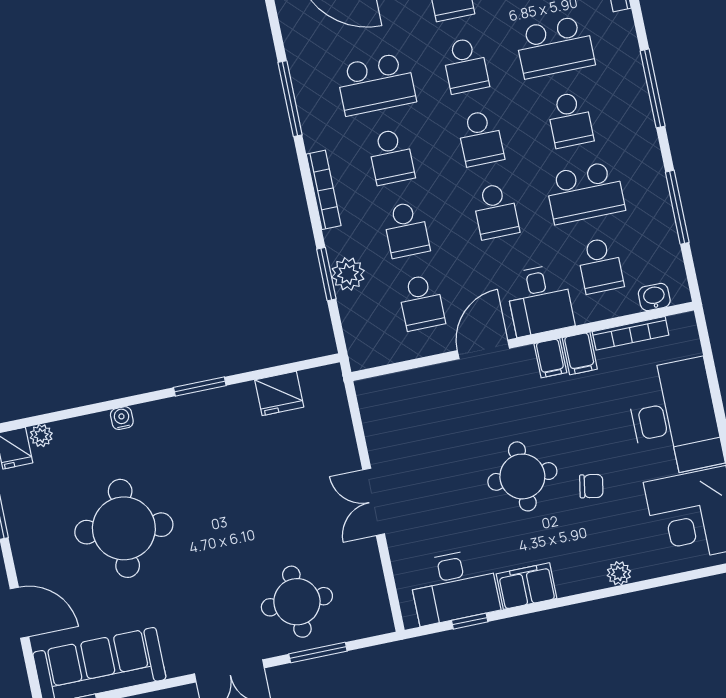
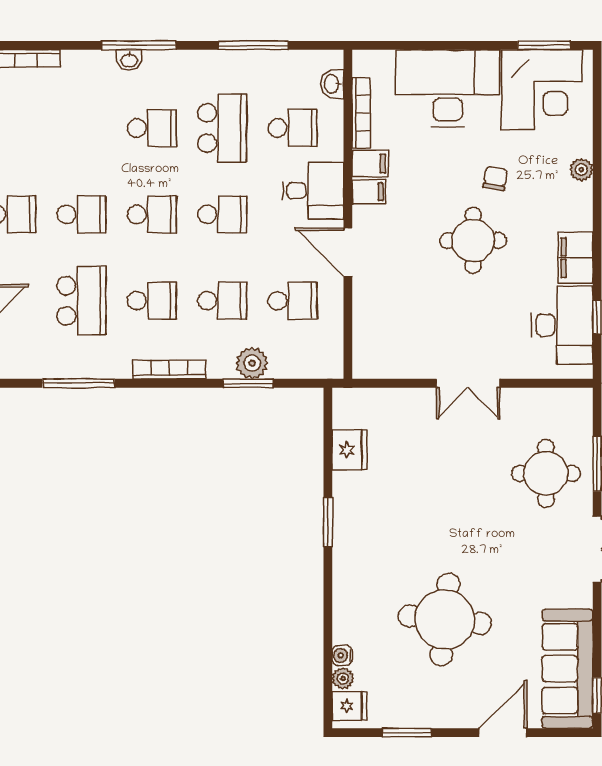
school desk: (555, 47) -> (81, 128), removed
washbasin: (636, 82) -> (129, 60), added
water cooler: (122, 418) -> (342, 655), moved

